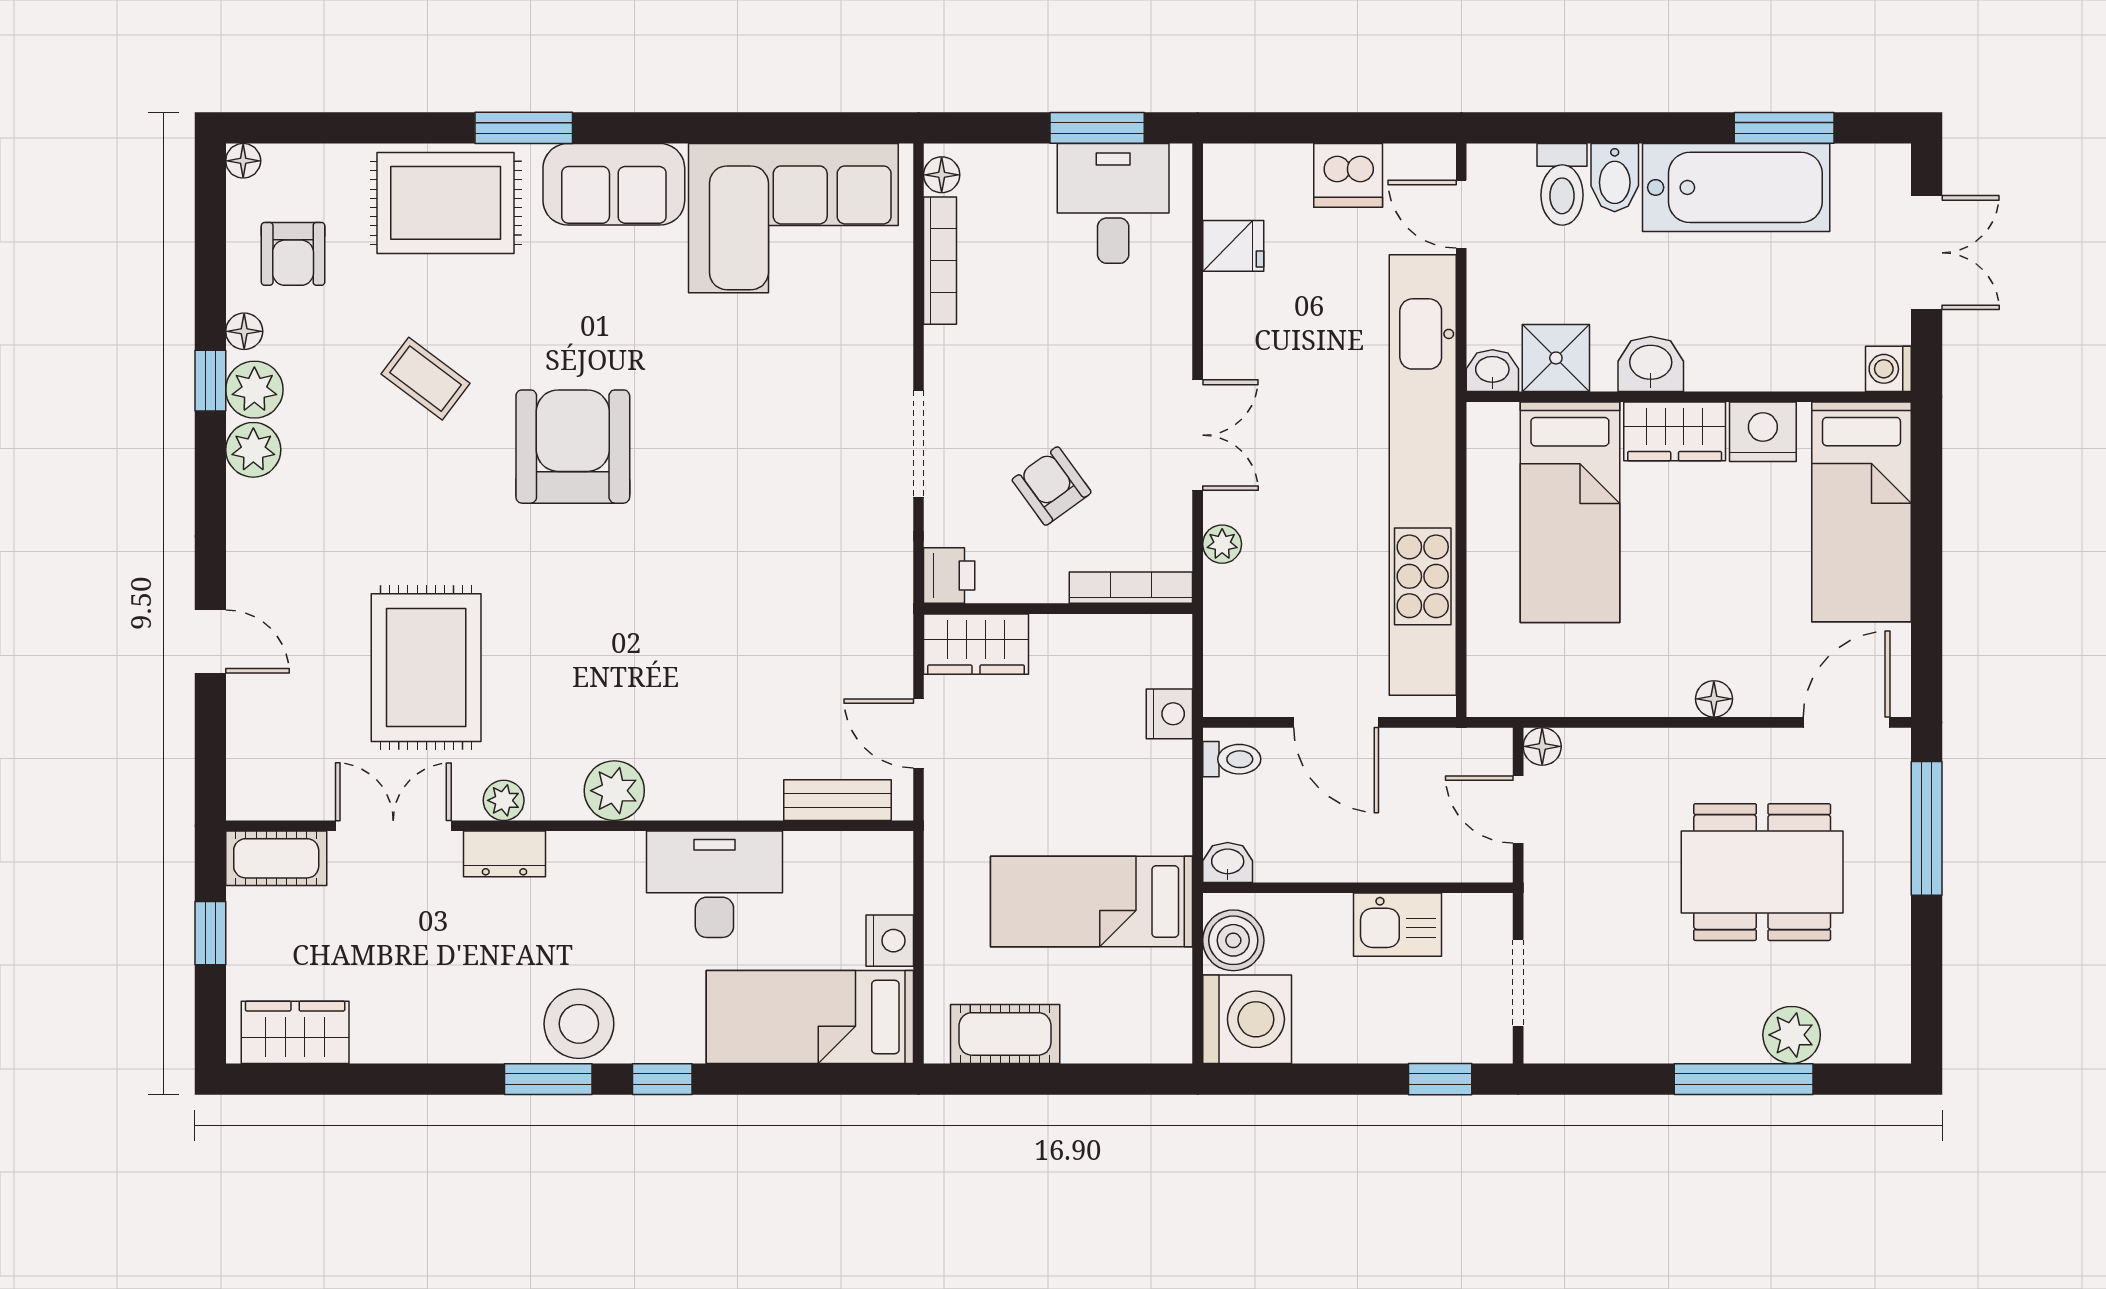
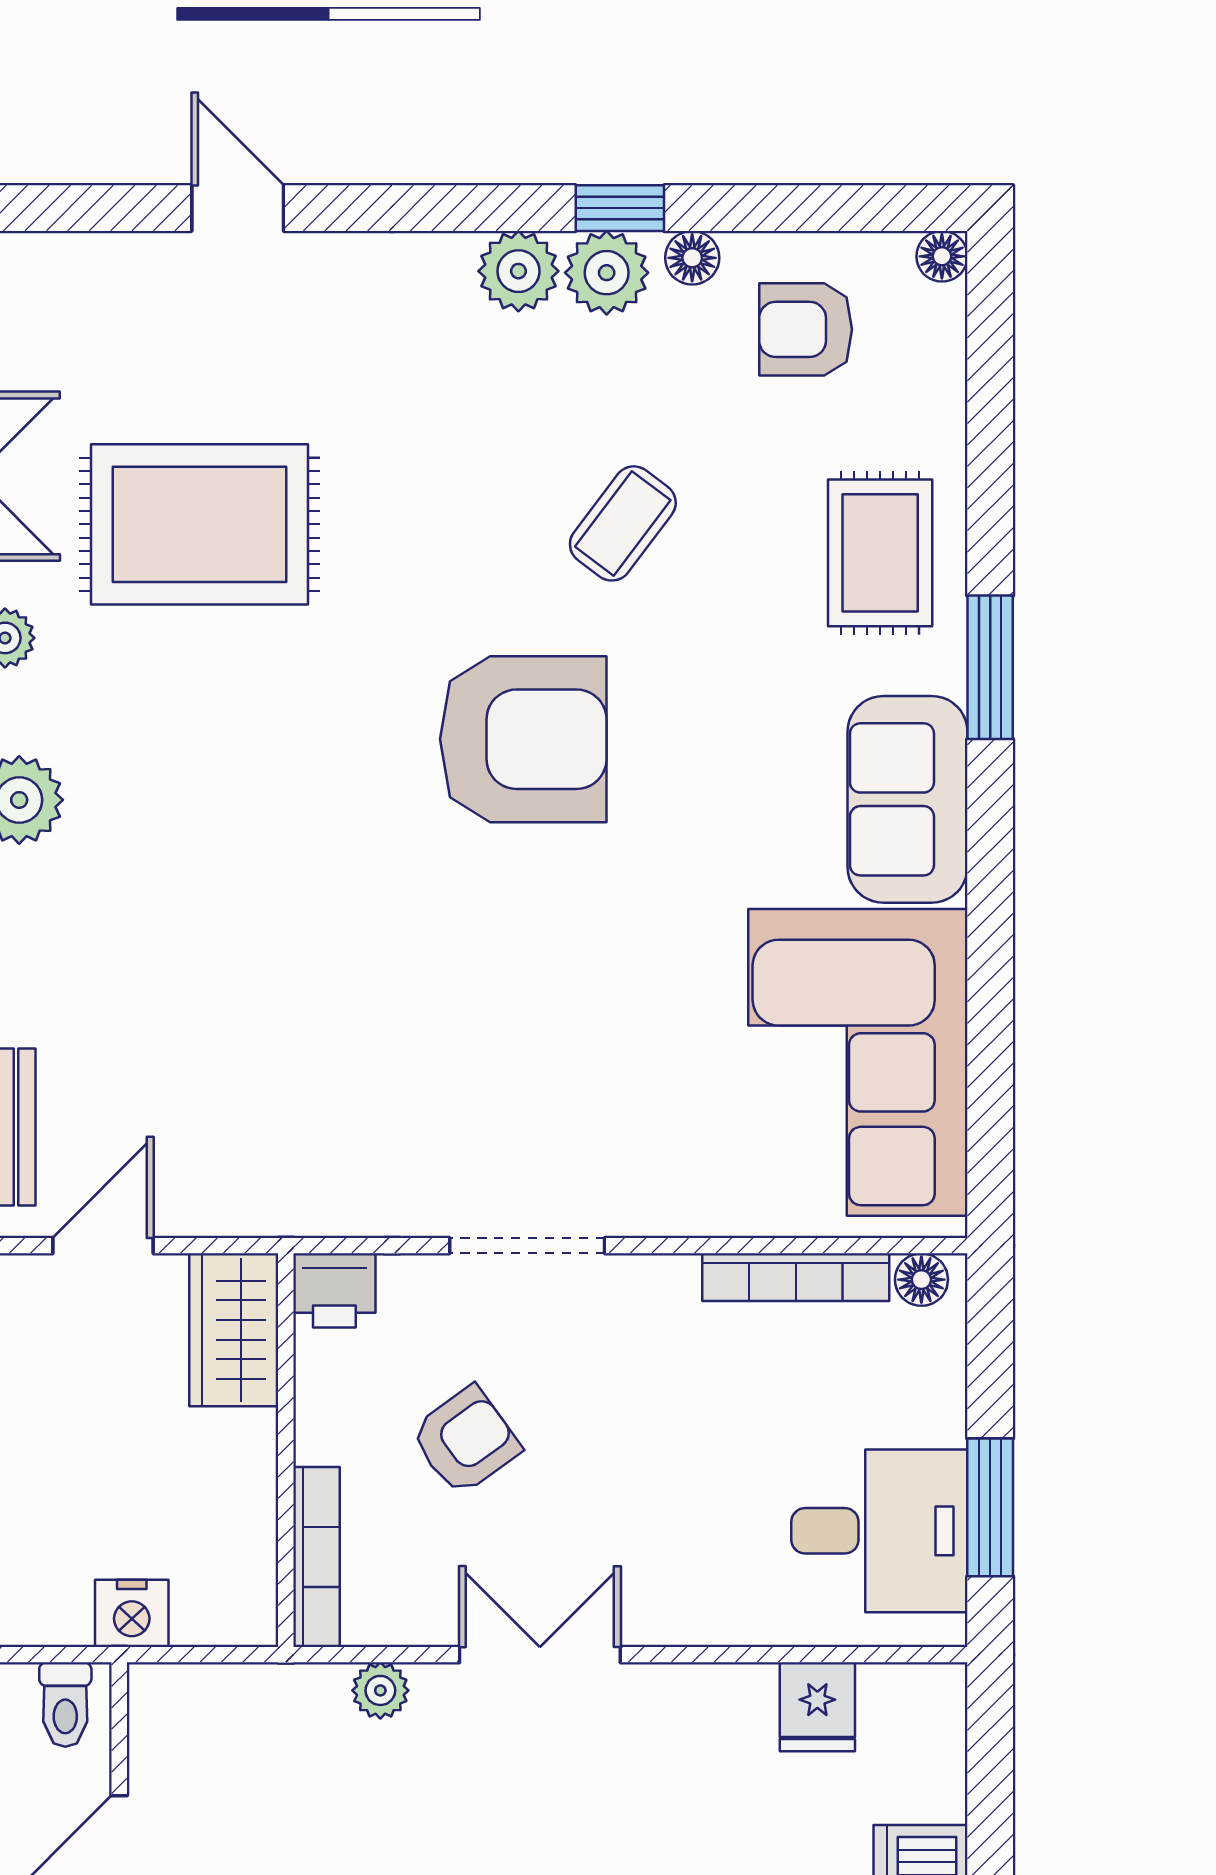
rug: (446, 203) -> (880, 553), width x0.73, depth x0.70
double door: (1198, 435) -> (540, 1655), swing flipped
door: (210, 641) -> (238, 208), swing flipped

